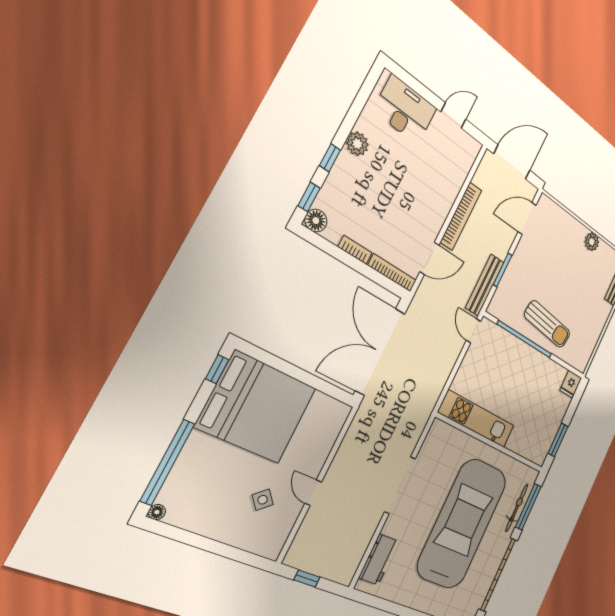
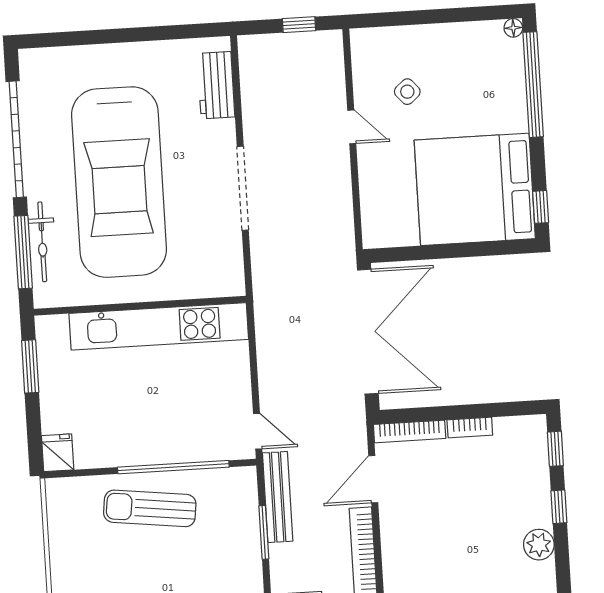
floor lamp: (316, 221) -> (533, 429), removed
kitchen unit: (477, 419) -> (159, 326), width x1.36

